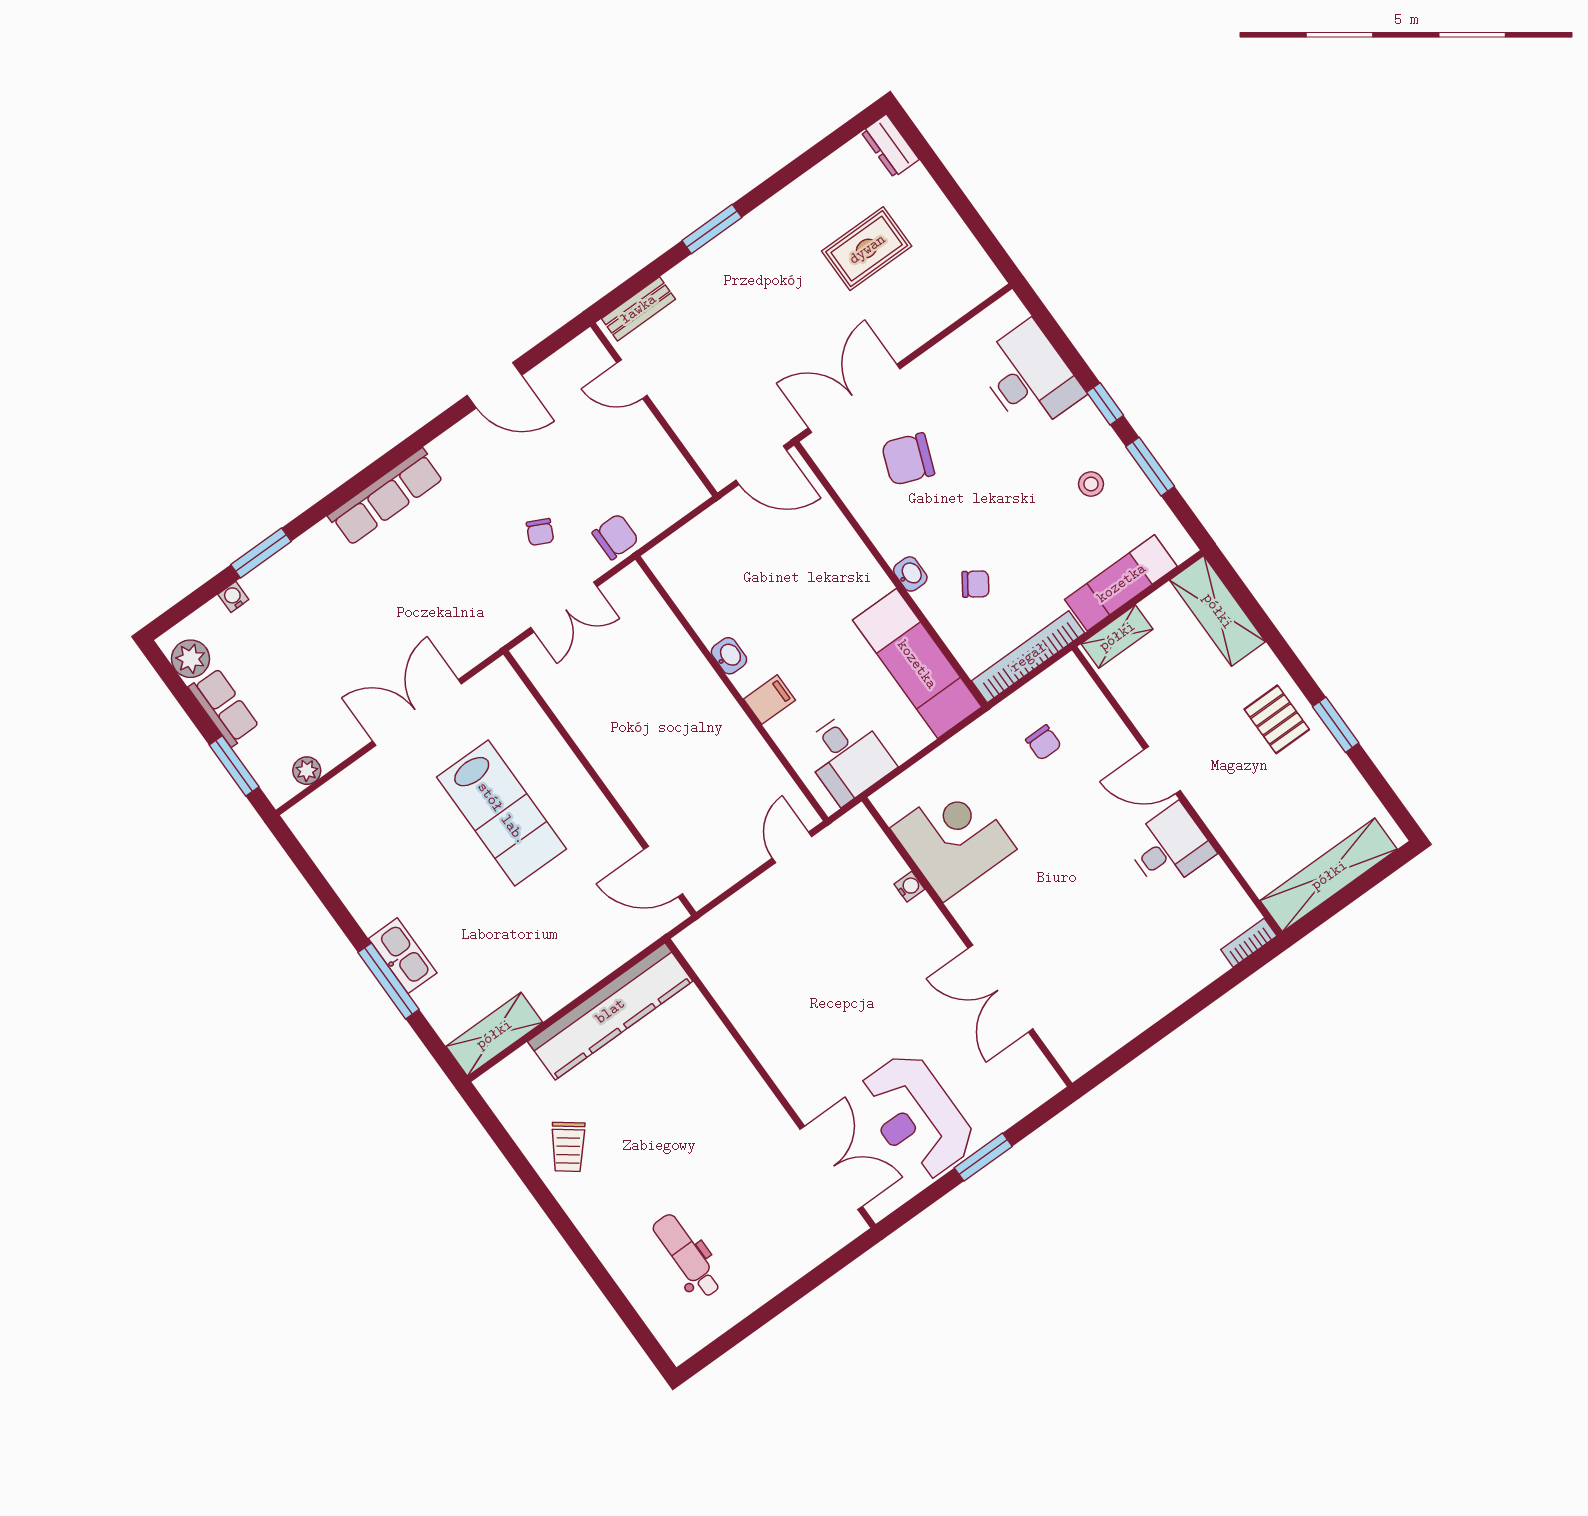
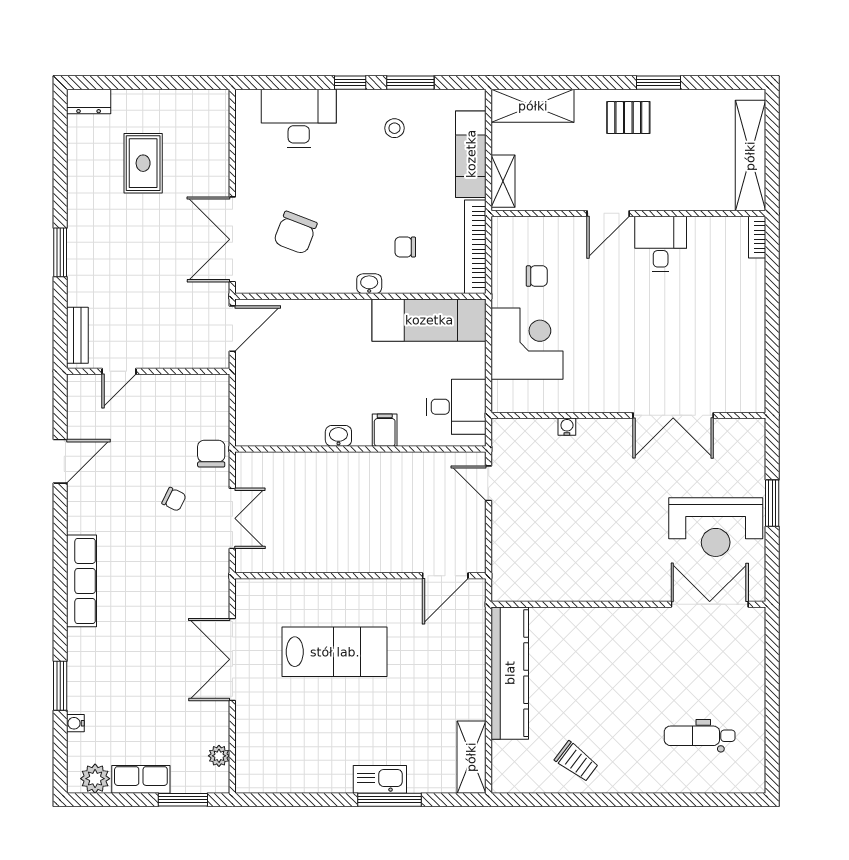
chair: (975, 584) -> (405, 247), turned -124
corner desk: (953, 839) -> (527, 344), moved, turned 90

